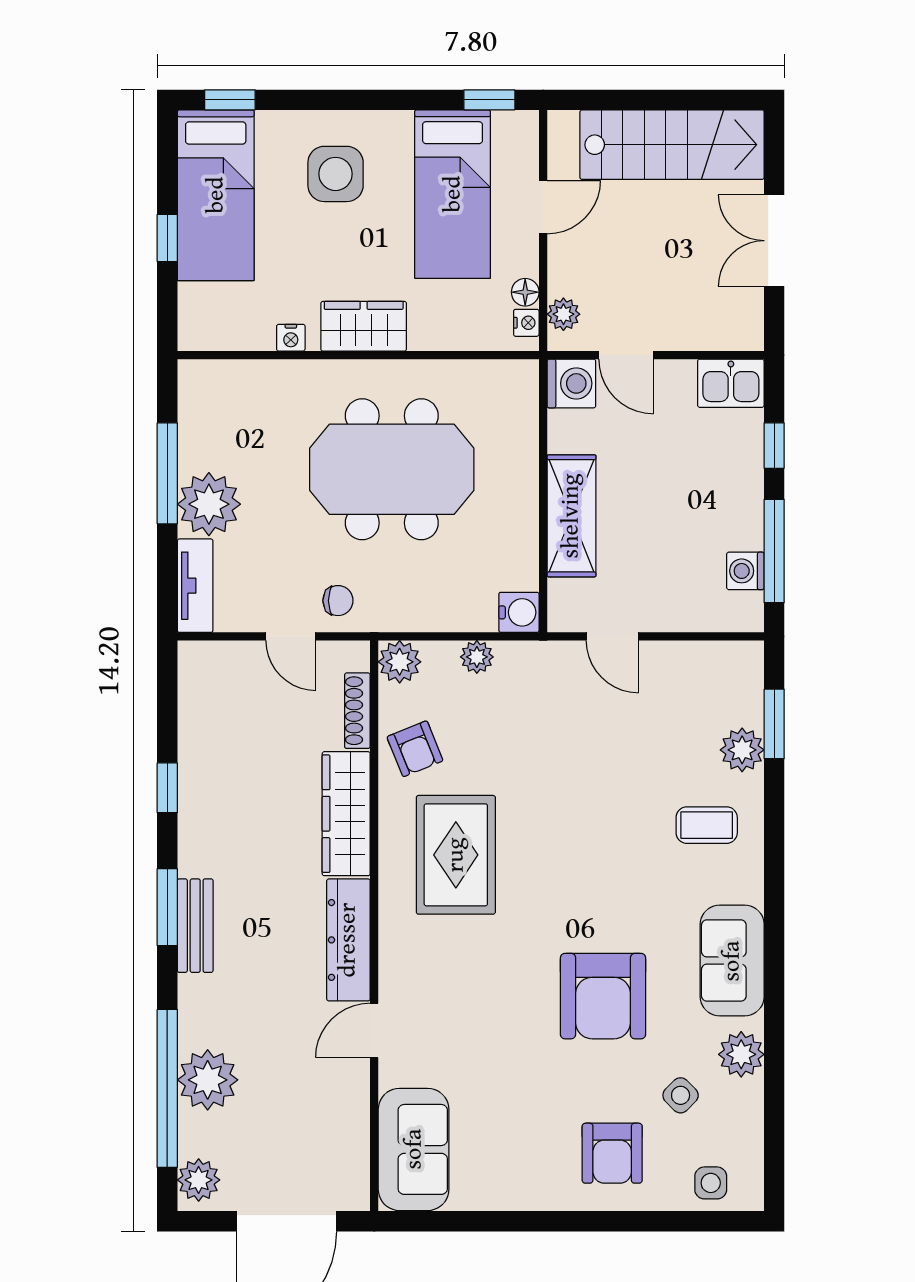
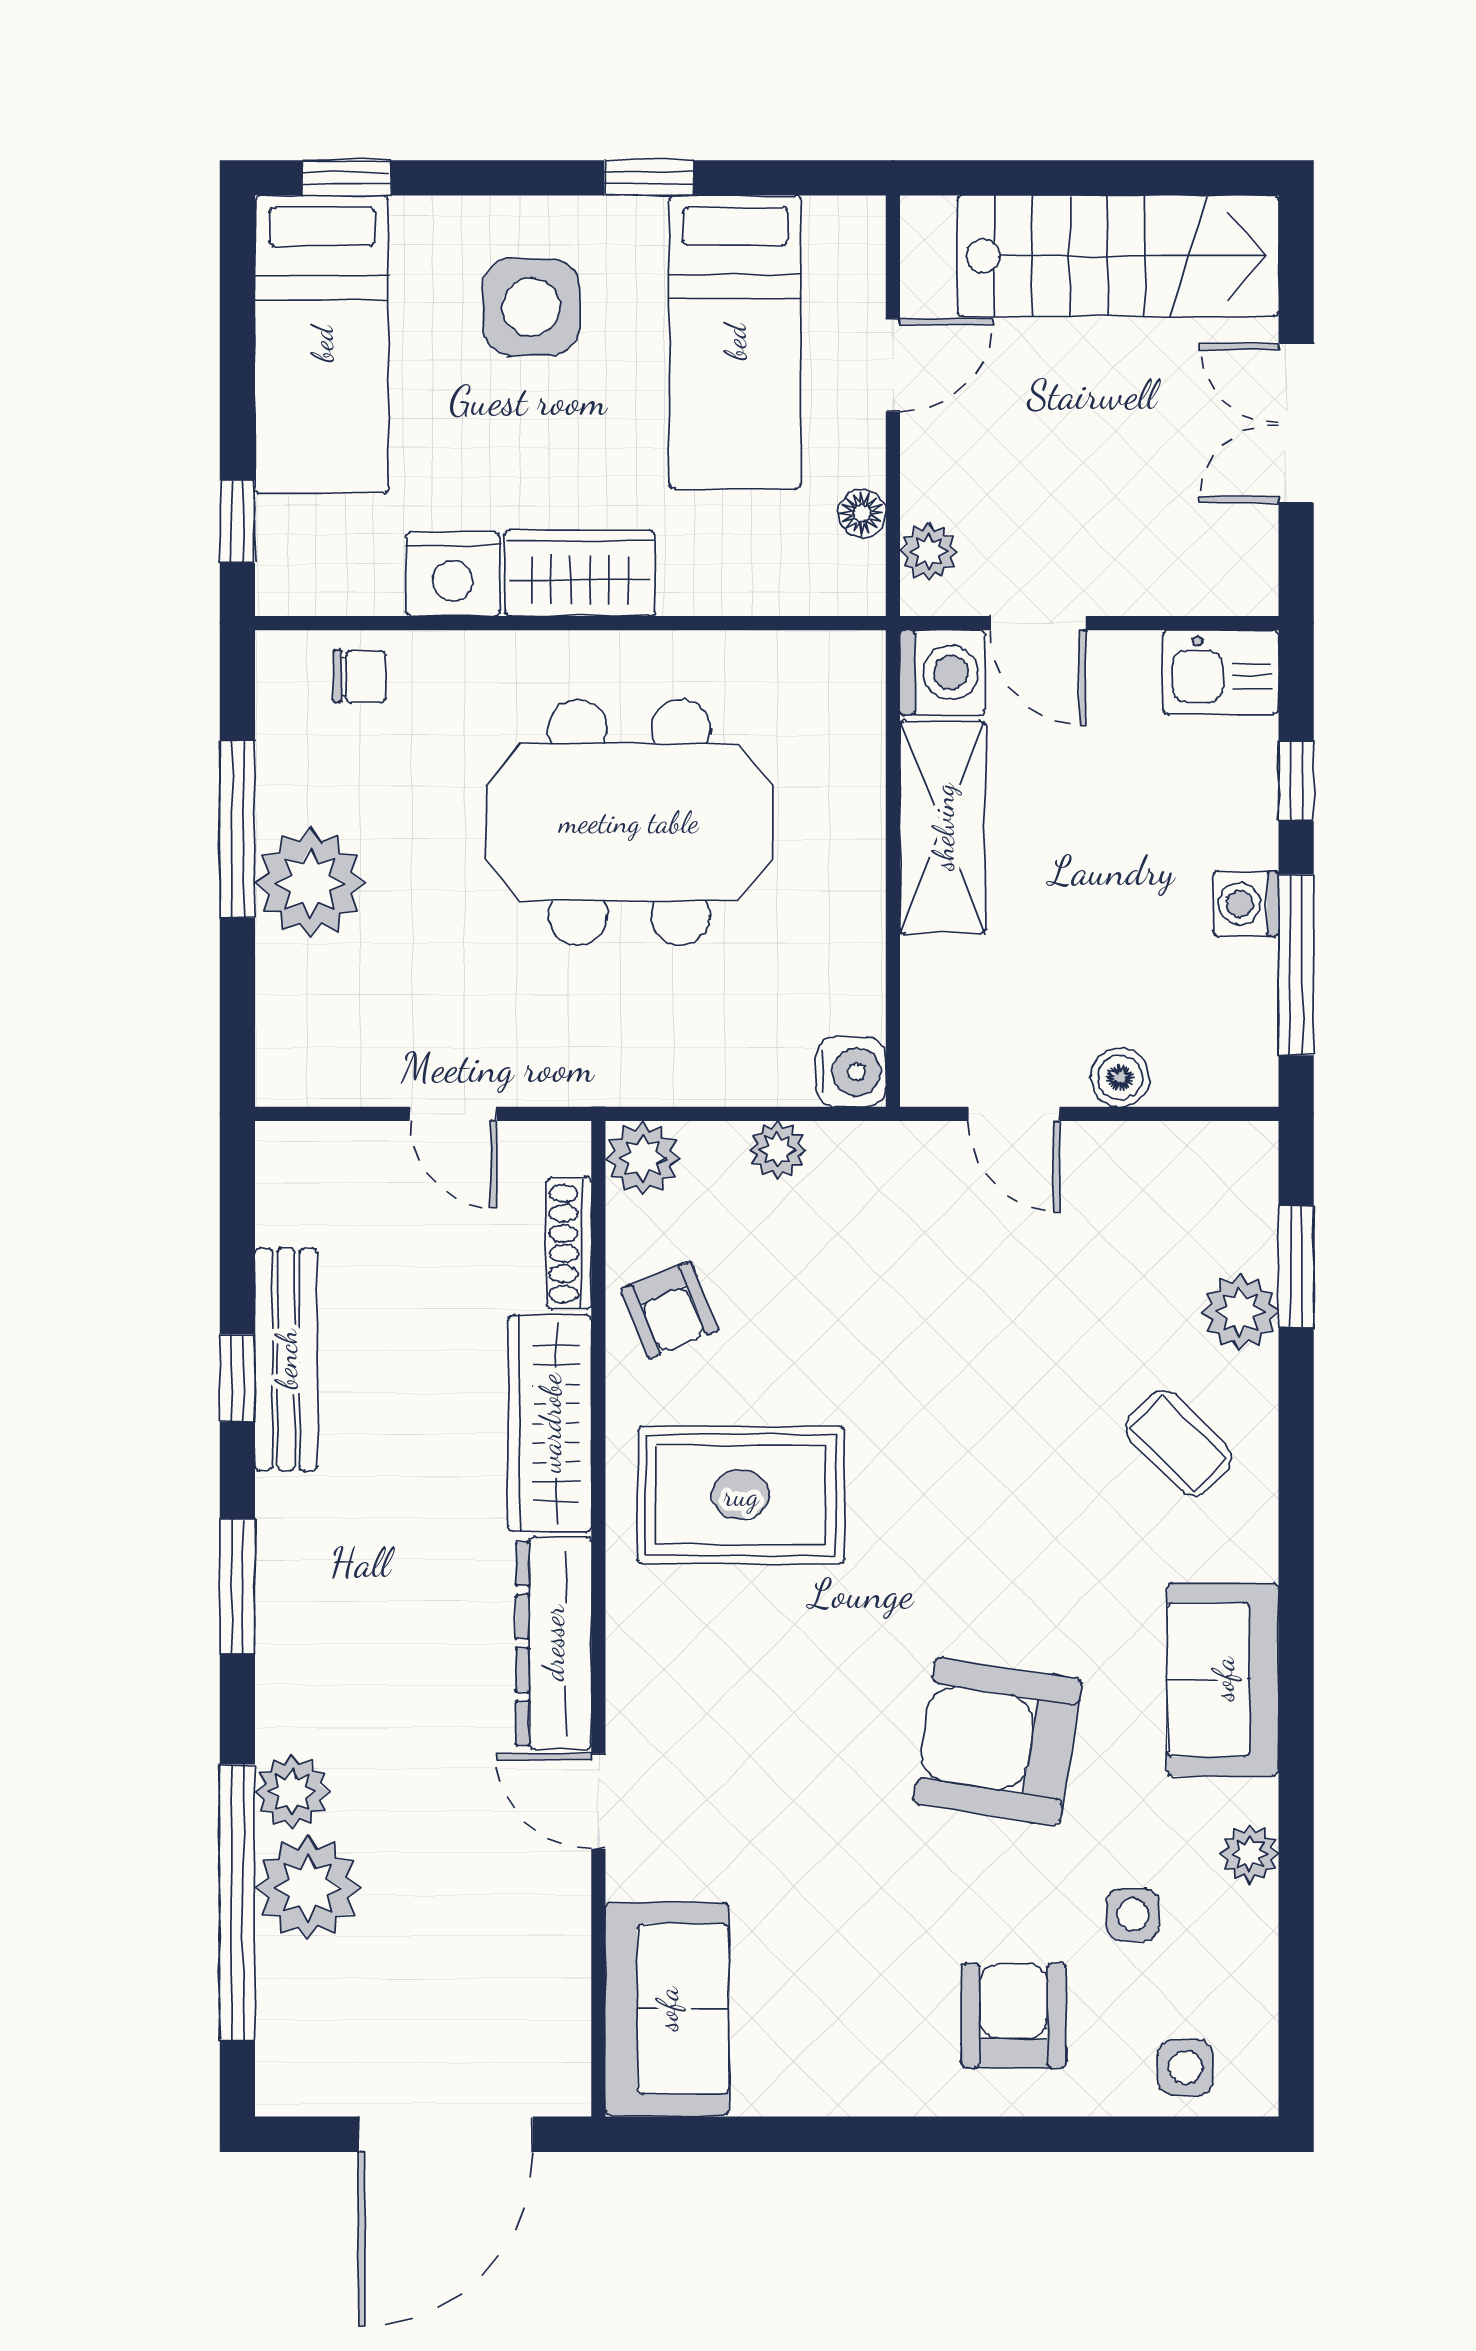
window: (489, 100) -> (649, 178), moved
window: (167, 238) -> (237, 521), moved
nightstand: (526, 323) -> (864, 567), removed
nightstand: (291, 338) -> (453, 574), width x1.89, depth x1.79
shelving: (571, 516) -> (943, 827), moved
washing machine: (745, 571) -> (1246, 904), moved
tv unit: (195, 586) -> (286, 1025), removed
chair: (338, 601) -> (359, 676), moved
boiler: (673, 616) -> (1120, 1077), added
coffee table: (707, 825) -> (1178, 1443), turned 45
rug: (456, 855) -> (741, 1495), turned 90
bench: (195, 926) -> (286, 1359), moved, width x1.36
armchair: (603, 996) -> (998, 1741), turned 99
door: (374, 1030) -> (598, 1801), hinge flipped
plant: (741, 1054) -> (1250, 1854), width x0.73, depth x0.73
side table: (681, 1095) -> (1133, 1915), turned 45
armchair: (612, 1153) -> (1014, 2016), turned 180
plant: (199, 1180) -> (292, 1792), moved

